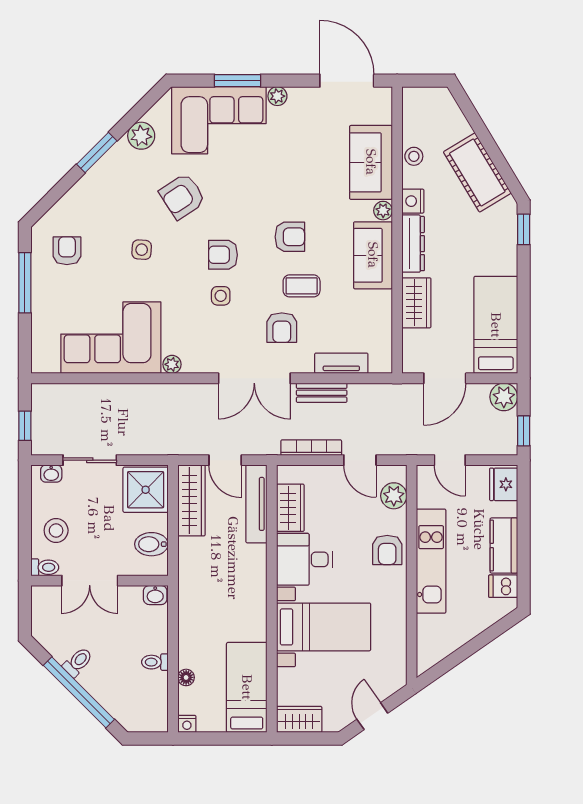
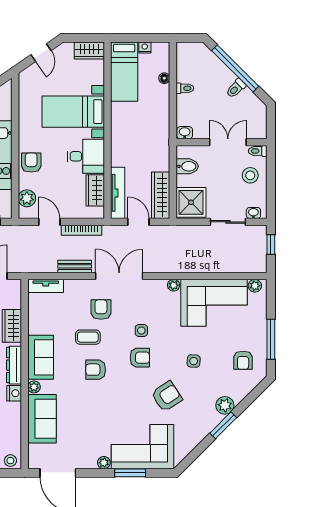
plant: (141, 136) -> (225, 405), moved
stool: (414, 156) -> (10, 461), moved
tv unit: (341, 363) -> (46, 286), moved
plant: (49, 364) -> (255, 286), added
nightstand: (187, 724) -> (145, 47), moved

